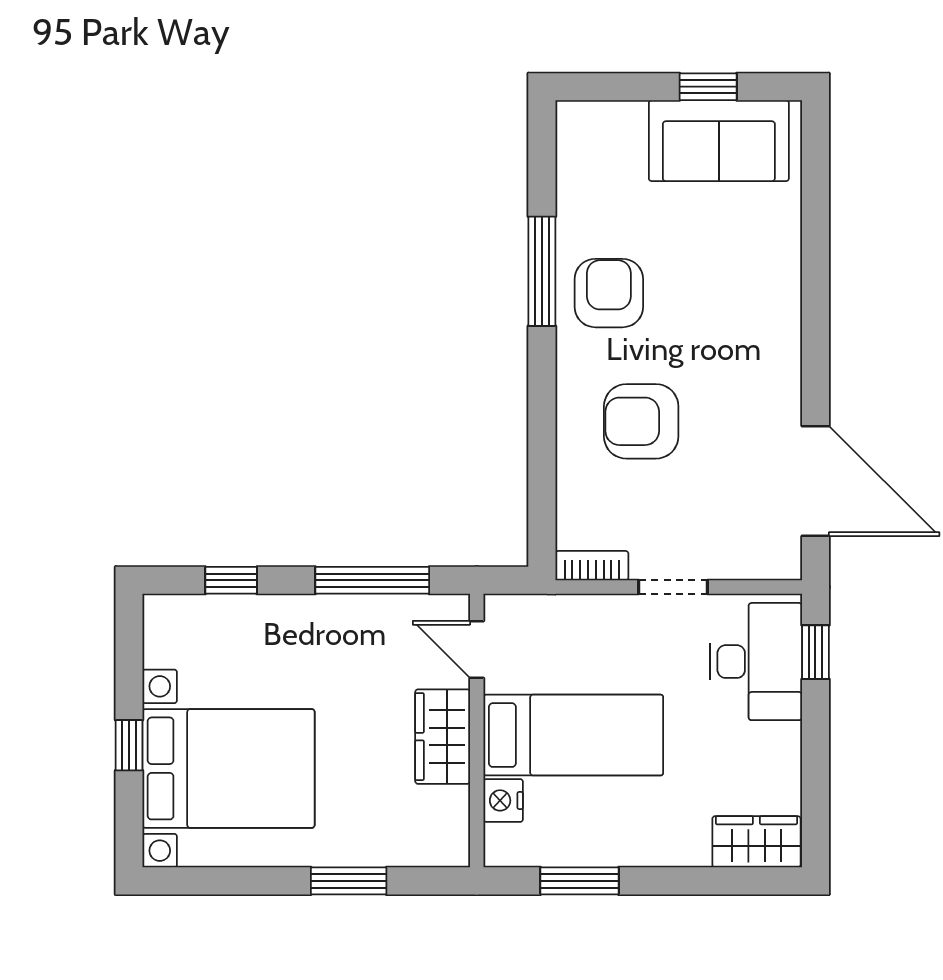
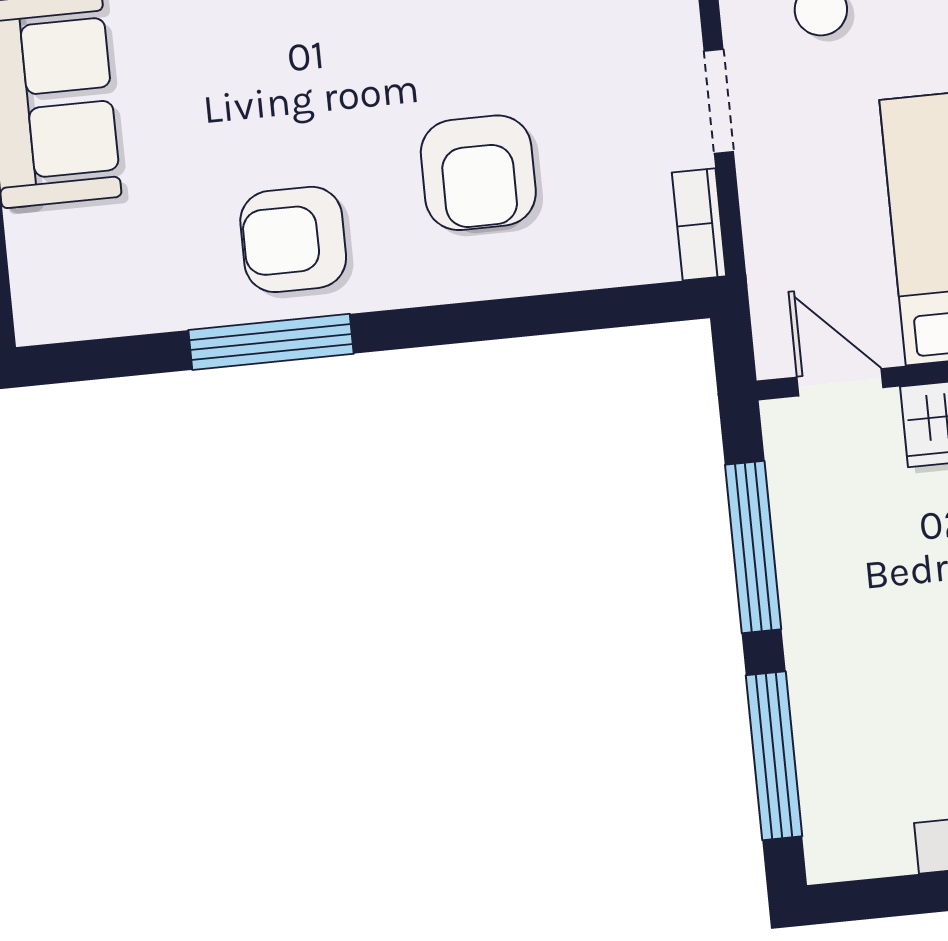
window: (231, 580) -> (774, 756), width x2.17
door: (477, 649) -> (840, 382), swing flipped

